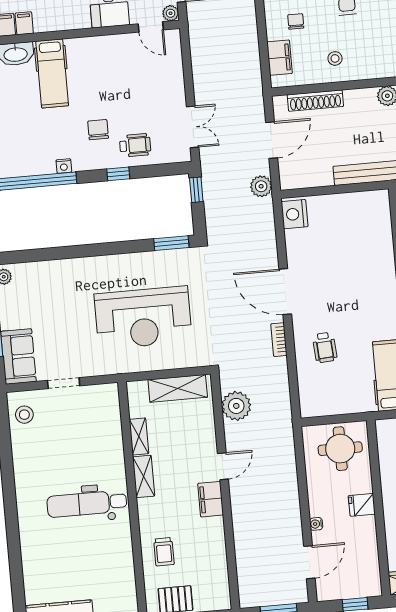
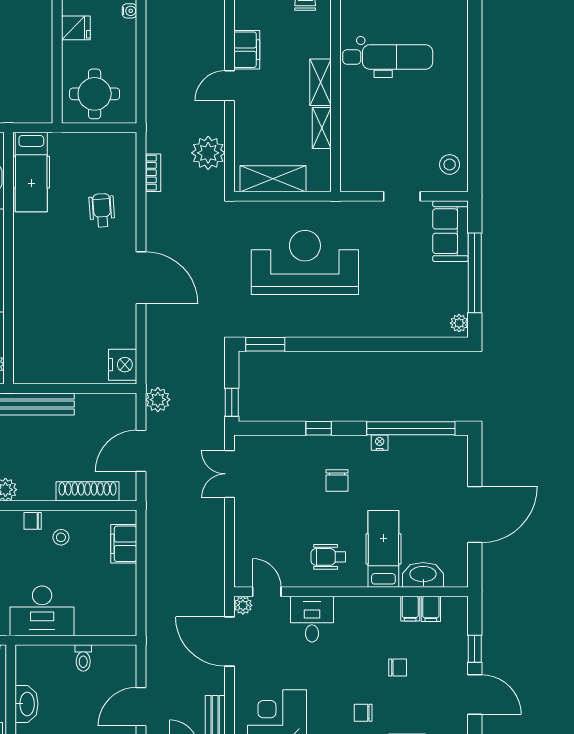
chair: (296, 21) -> (33, 521), moved, turned 90
wheelchair: (135, 145) -> (328, 557), moved
bookcase: (279, 340) -> (153, 173), moved

